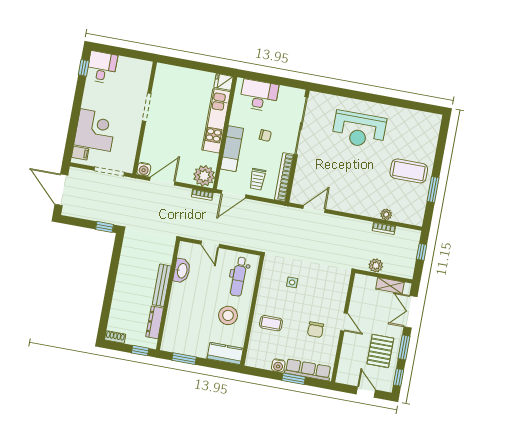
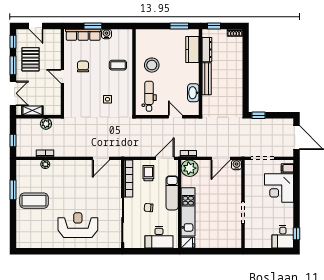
kitchen counter: (225, 354) -> (192, 50), moved, turned 90

